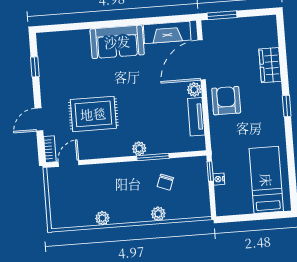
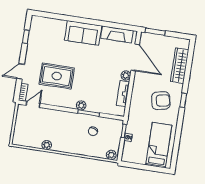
door: (202, 60) -> (135, 57), swing flipped
wardrobe: (270, 65) -> (180, 66), width x1.50
armchair: (226, 101) -> (161, 101), moved, turned 78
plant: (158, 214) -> (111, 155), moved

